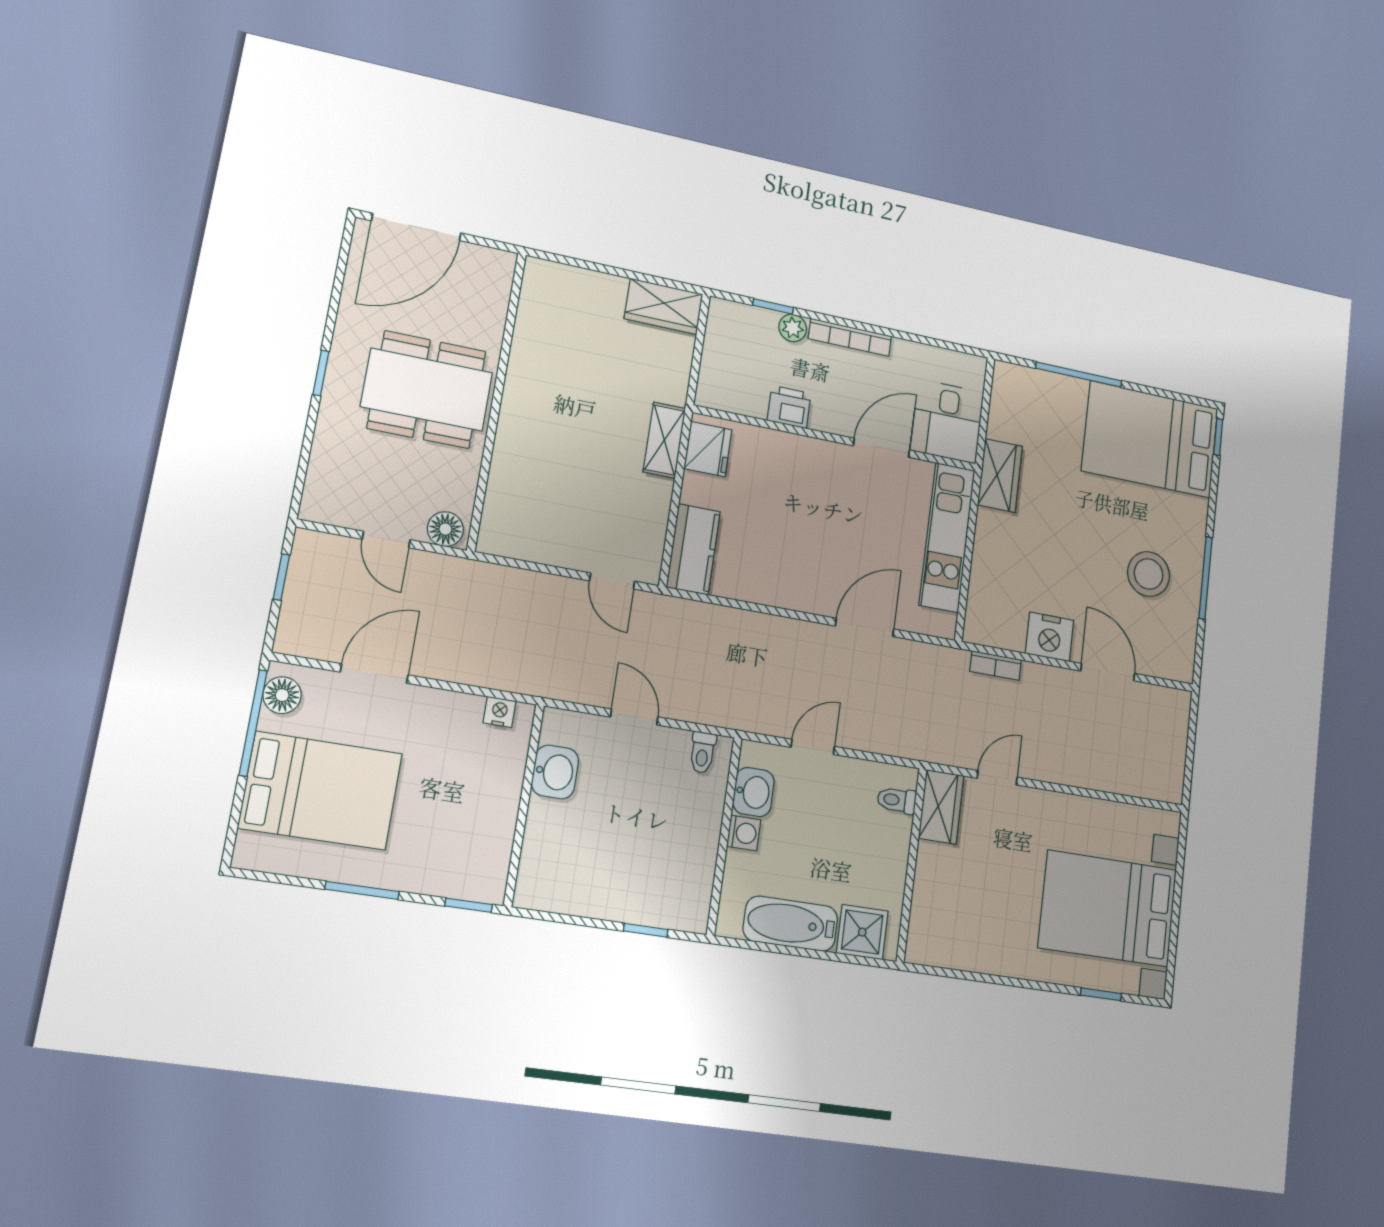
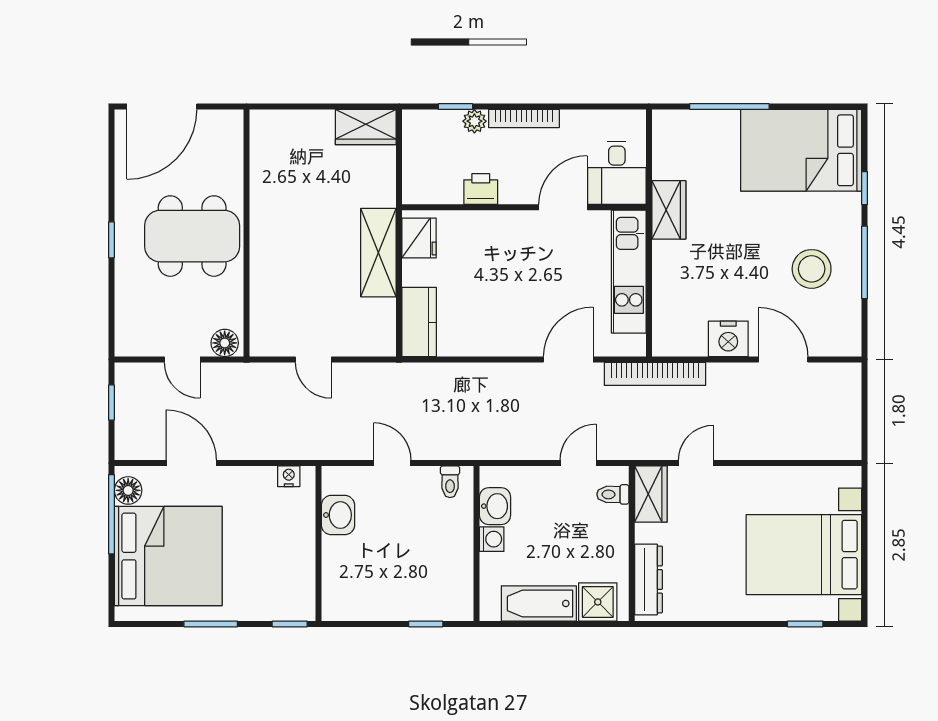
window: (1218, 437) -> (865, 188), moved
shelving: (664, 440) -> (378, 253), width x1.50, depth x1.33
door: (612, 581) -> (313, 360), moved
bookcase: (996, 666) -> (655, 374), width x2.31, depth x1.31
door: (374, 674) -> (191, 463), hinge flipped
door: (813, 747) -> (578, 463), moved
bed: (321, 791) -> (168, 556), width x1.36
dresser: (926, 913) -> (648, 579), added

